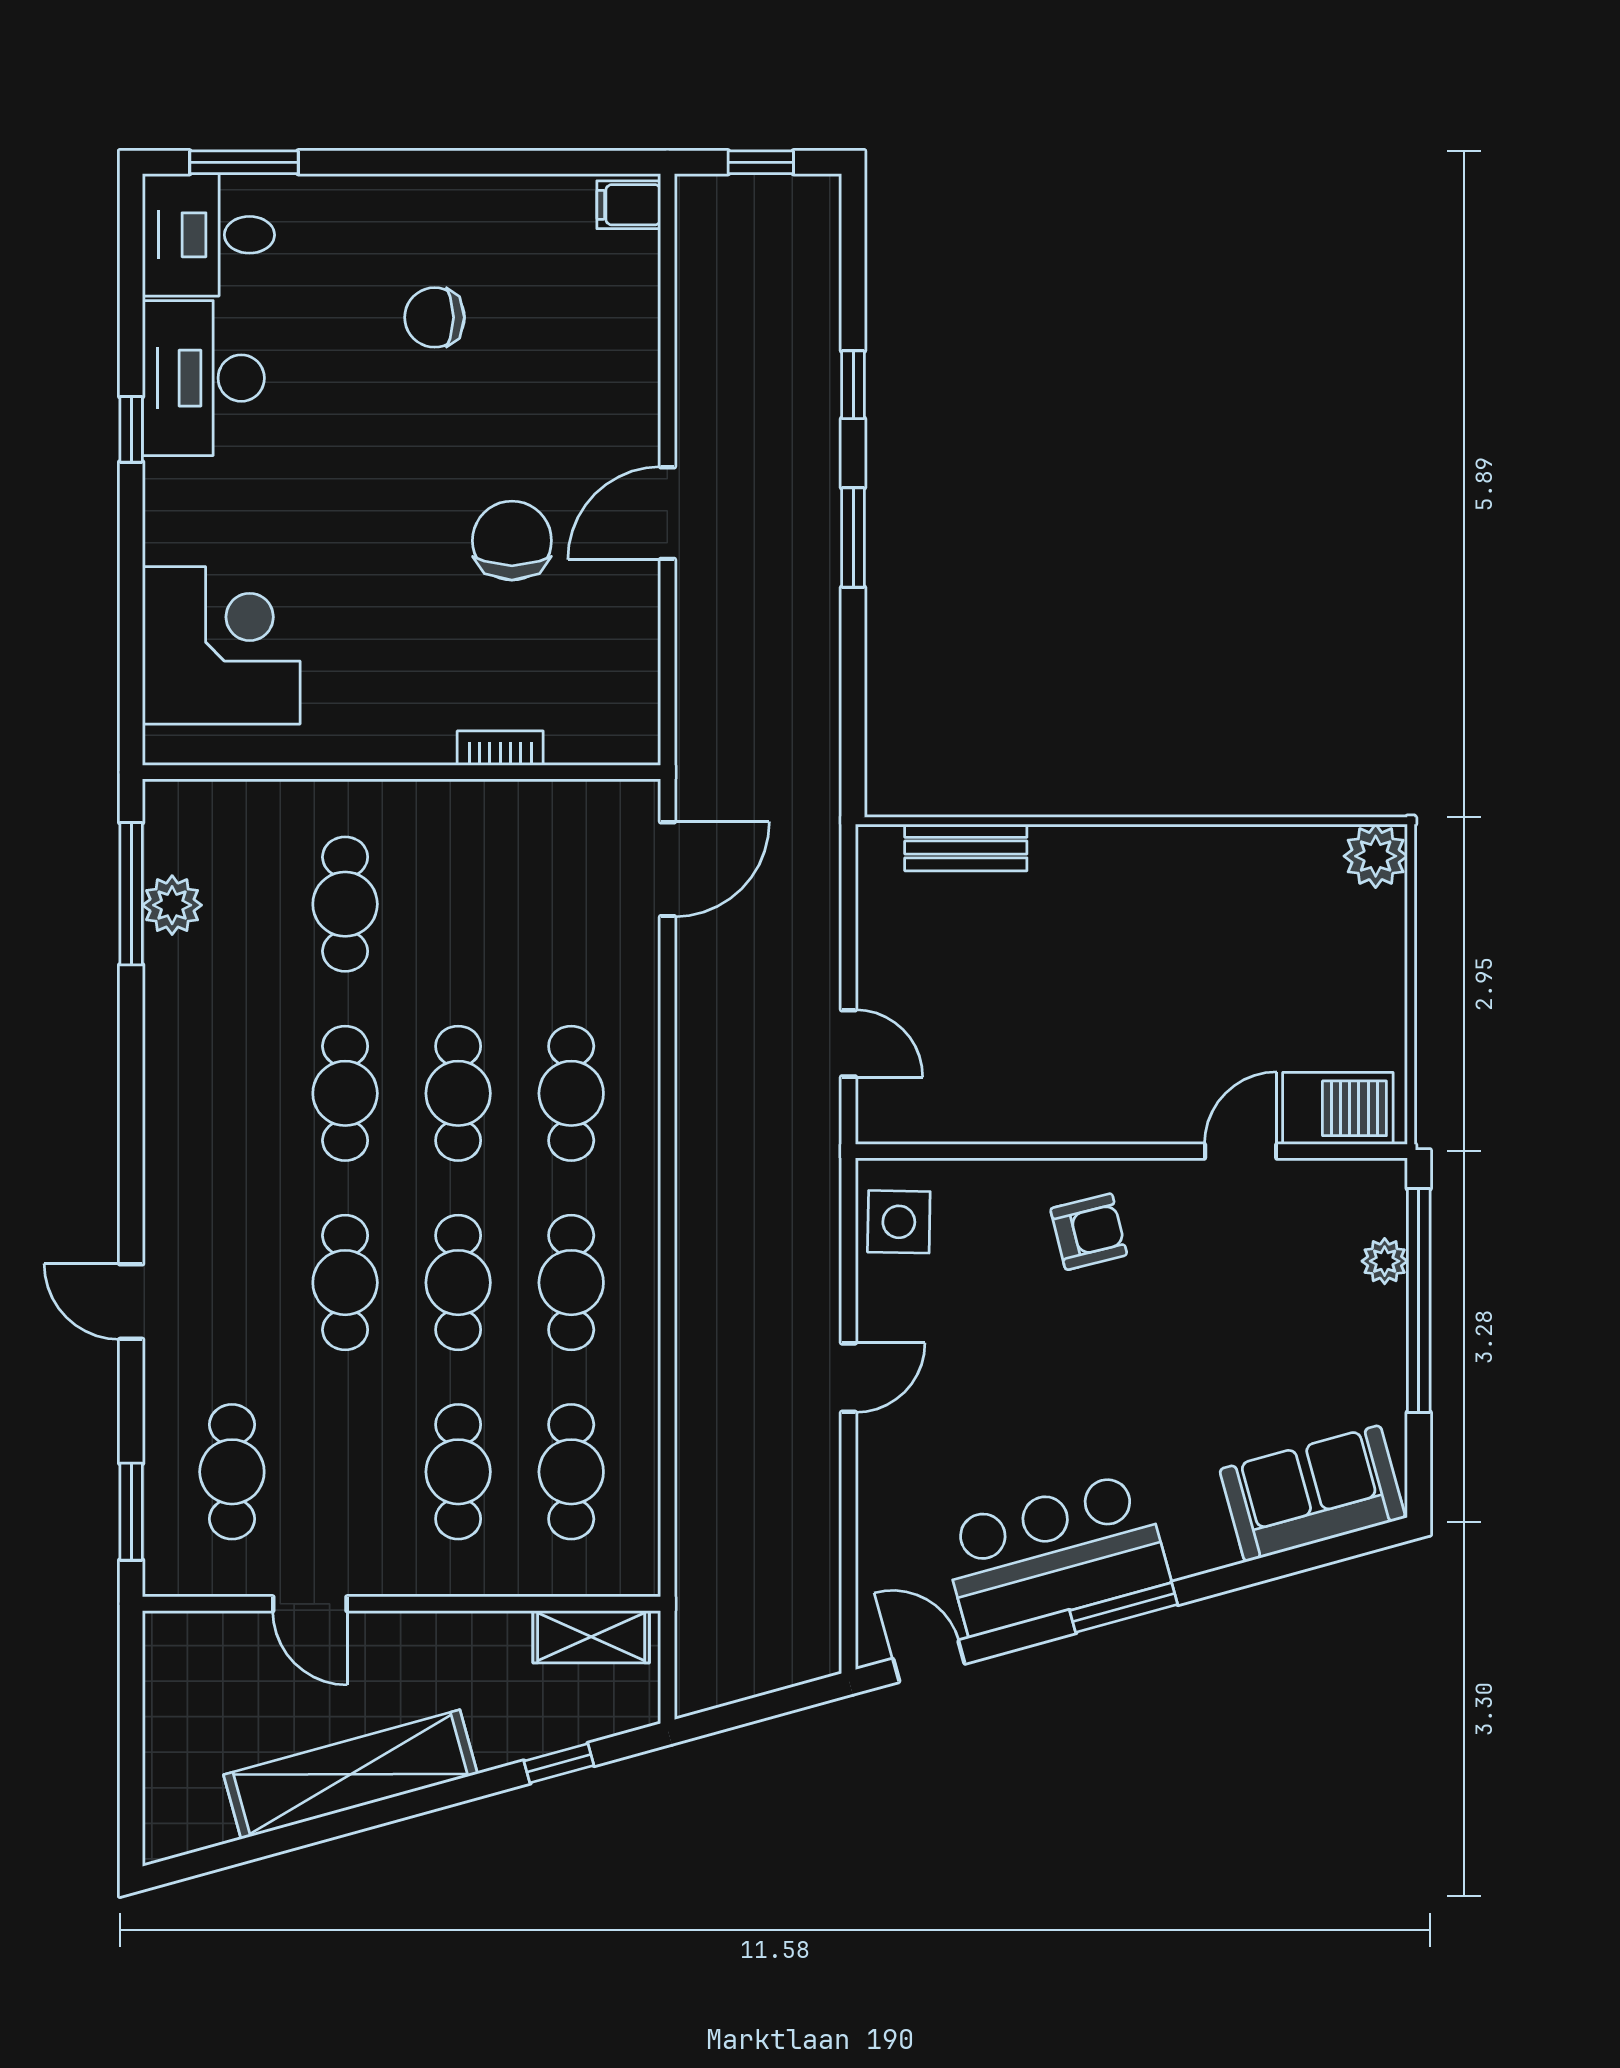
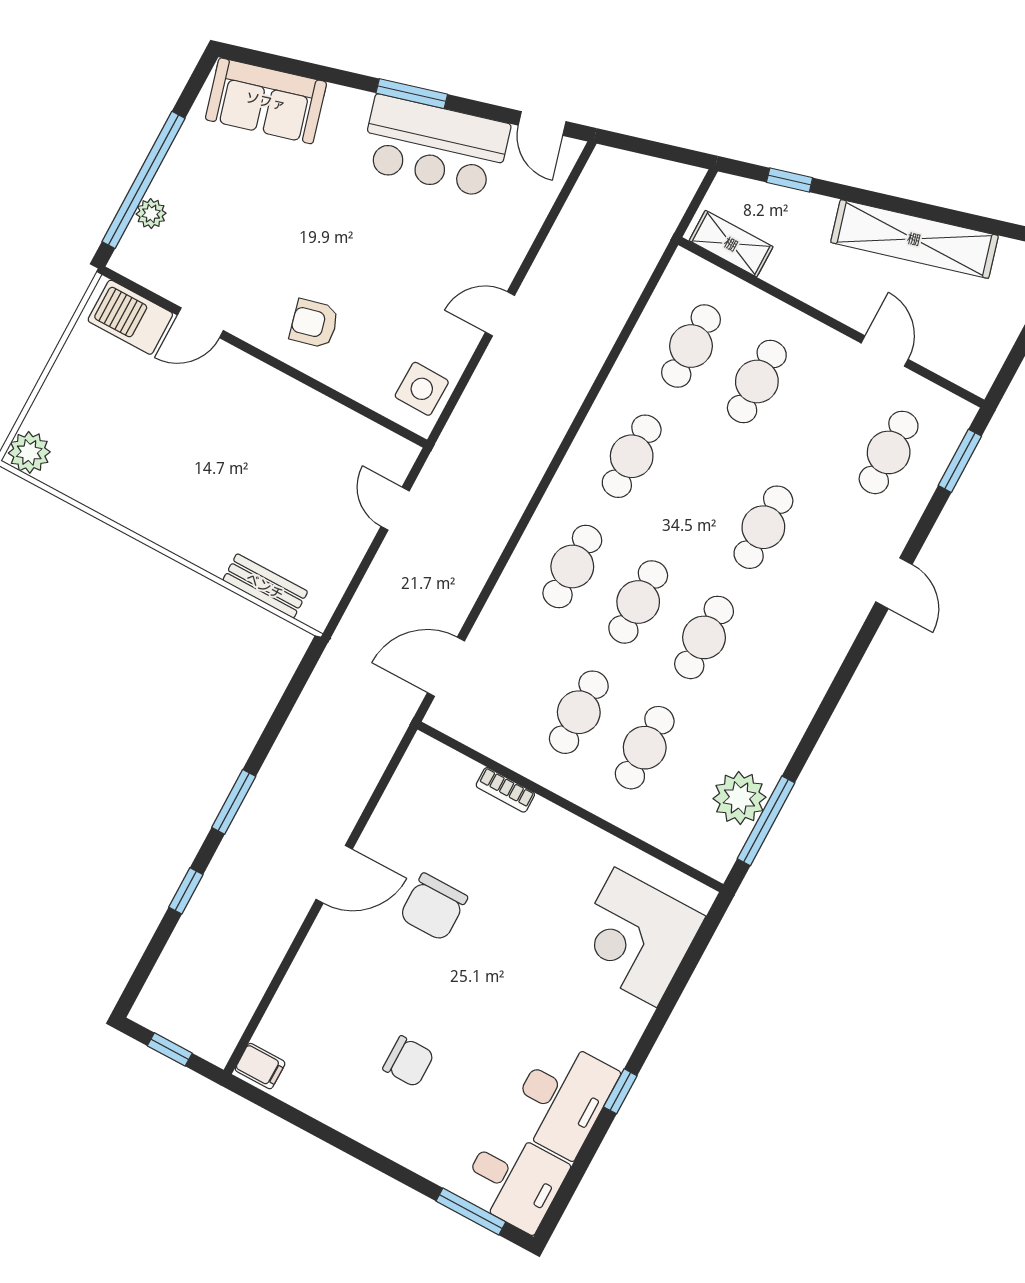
plant: (172, 905) -> (739, 798), width x1.36, depth x1.36
cafe table: (458, 1283) -> (579, 712), moved

